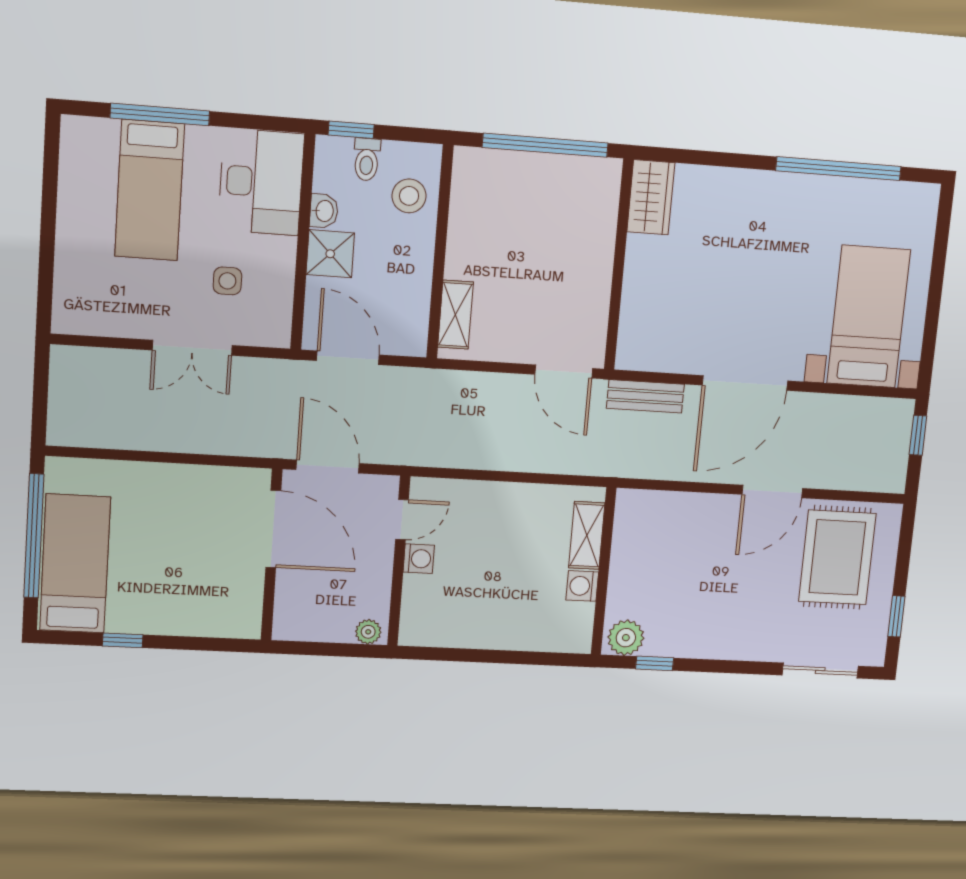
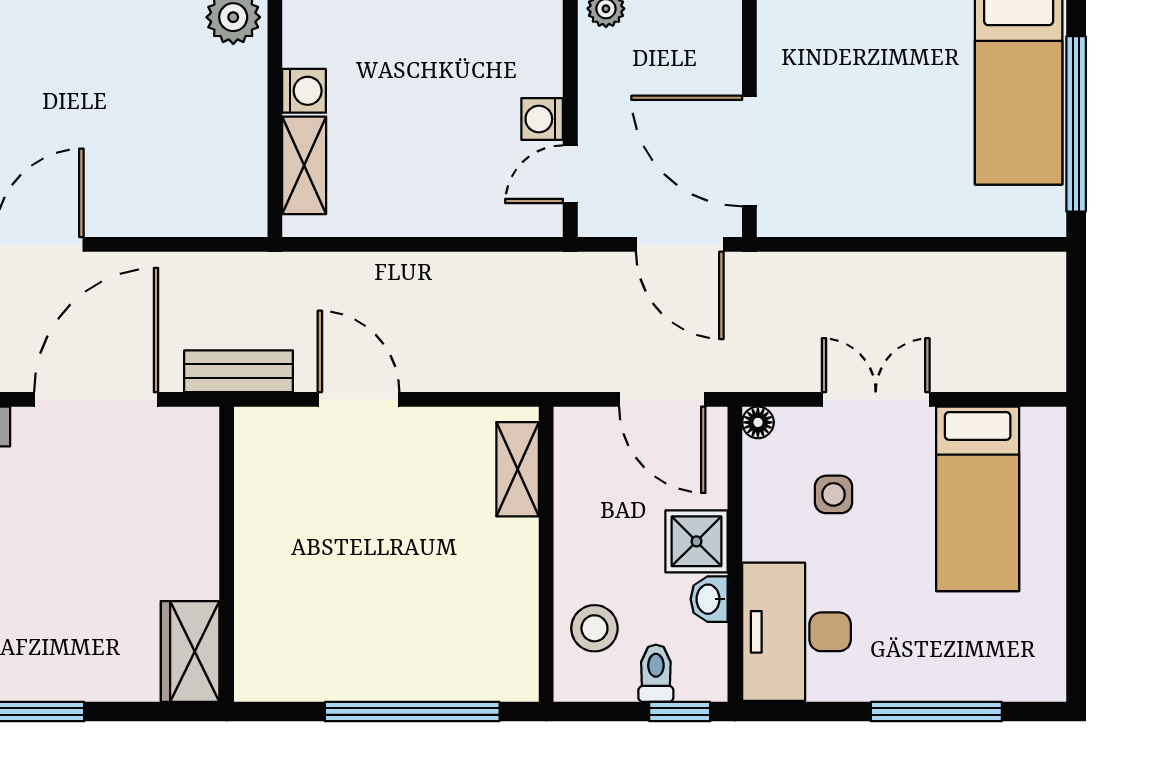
bed: (150, 190) -> (978, 499), moved, turned 180
wardrobe: (651, 197) -> (190, 651), moved
wall: (619, 265) -> (227, 554), moved
floor lamp: (280, 337) -> (758, 422), added

